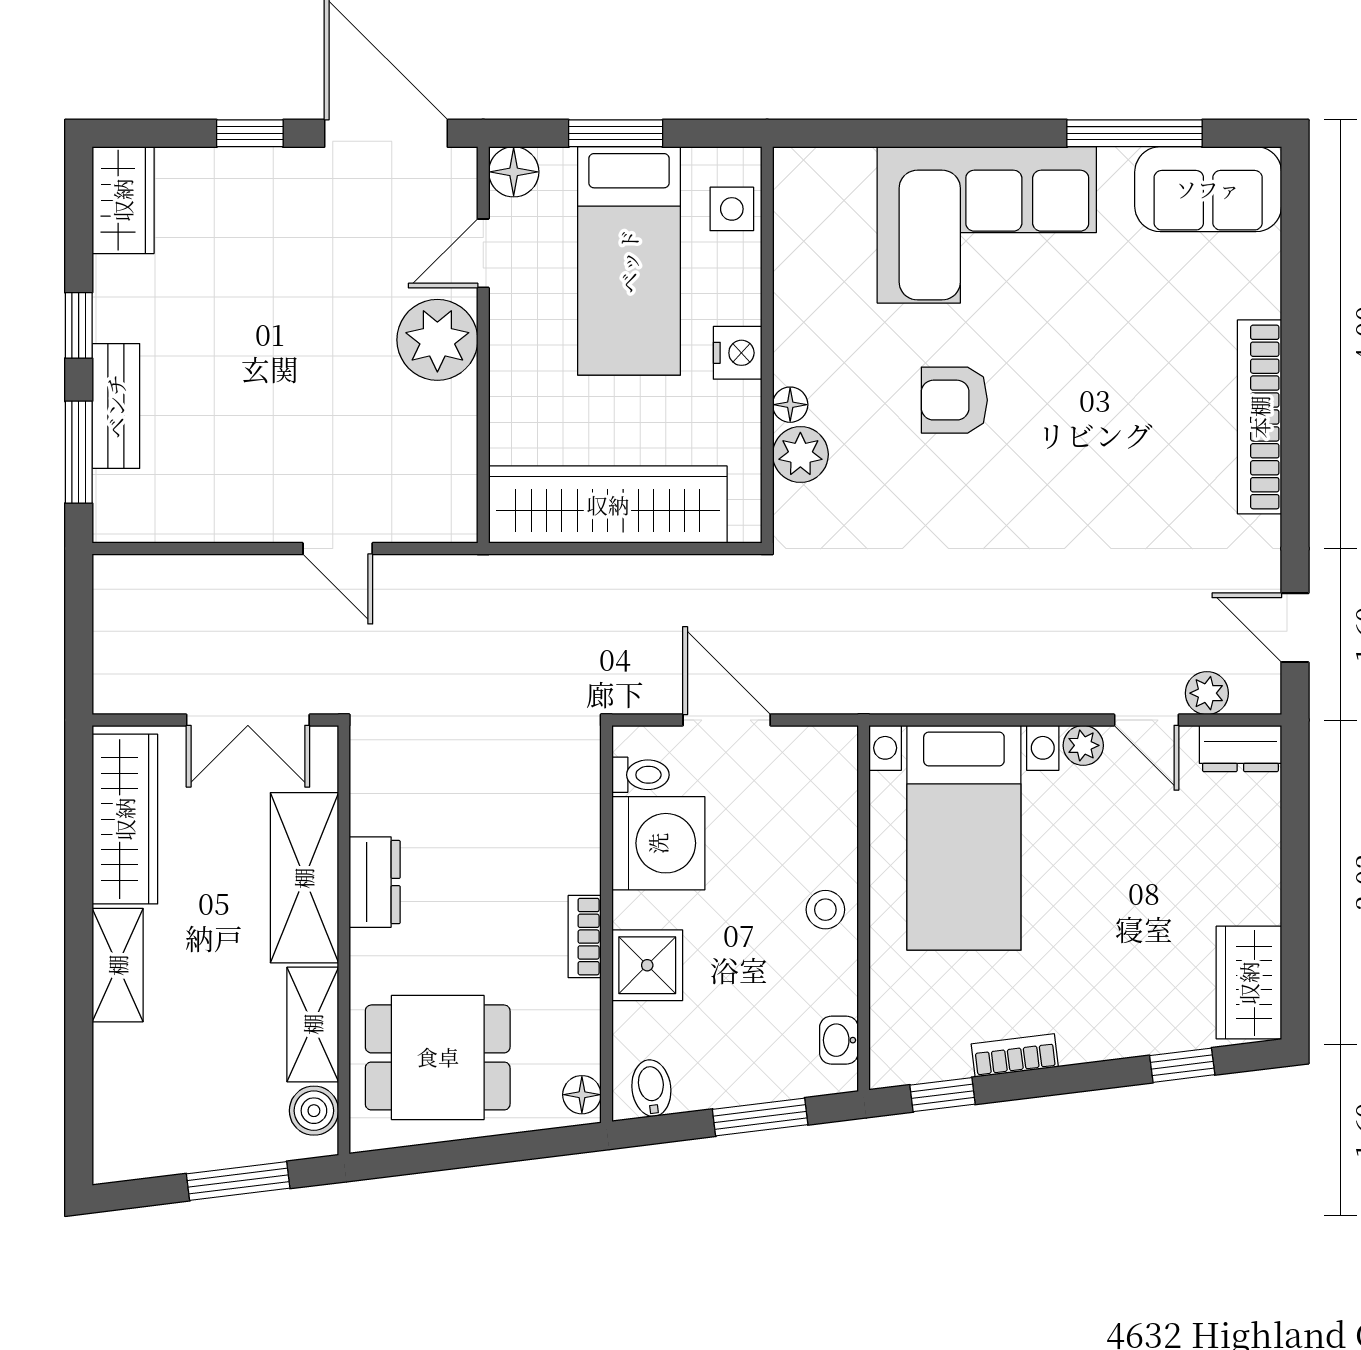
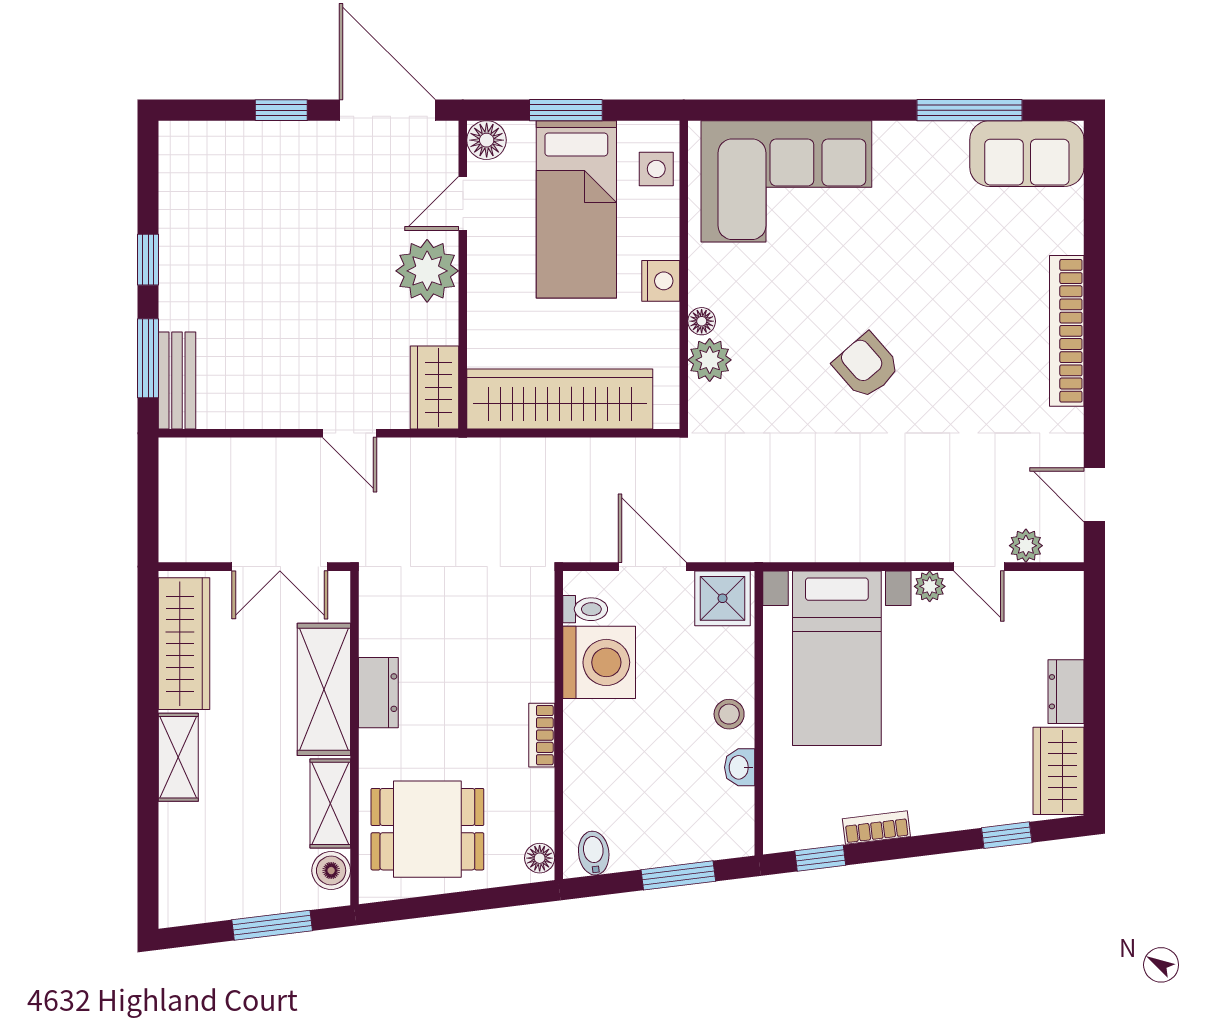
wardrobe: (123, 200) -> (435, 387), moved, turned 180
corner sofa: (987, 225) -> (786, 181), moved
armchair: (954, 400) -> (866, 366), moved, turned 49
bench: (116, 406) -> (177, 380), moved
dresser: (1240, 748) -> (1066, 692), moved, turned 90
shower: (647, 965) -> (722, 598), moved
washbasin: (839, 1040) -> (740, 767), moved

